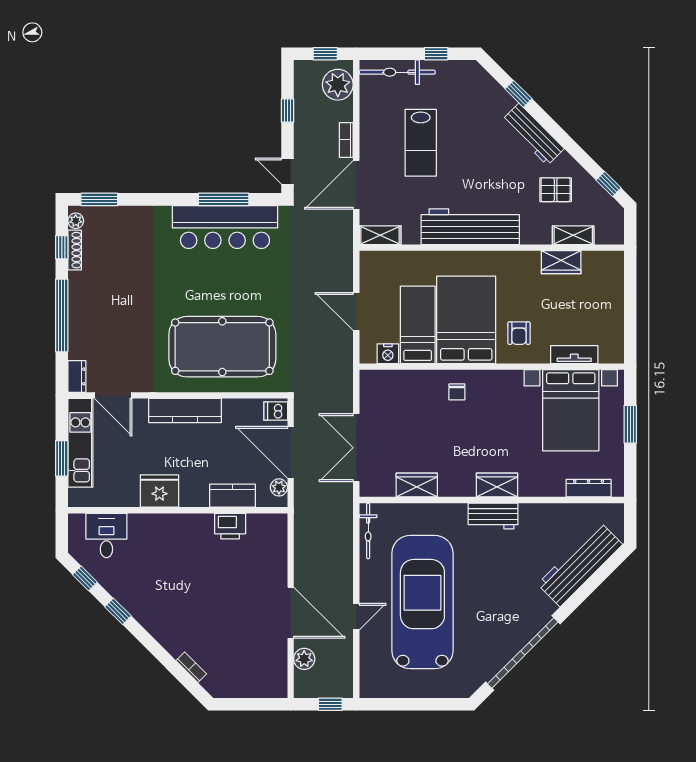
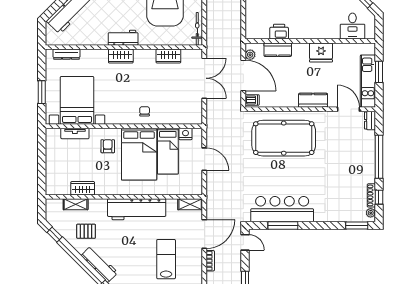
kitchen counter: (185, 411) -> (313, 100), width x0.67

